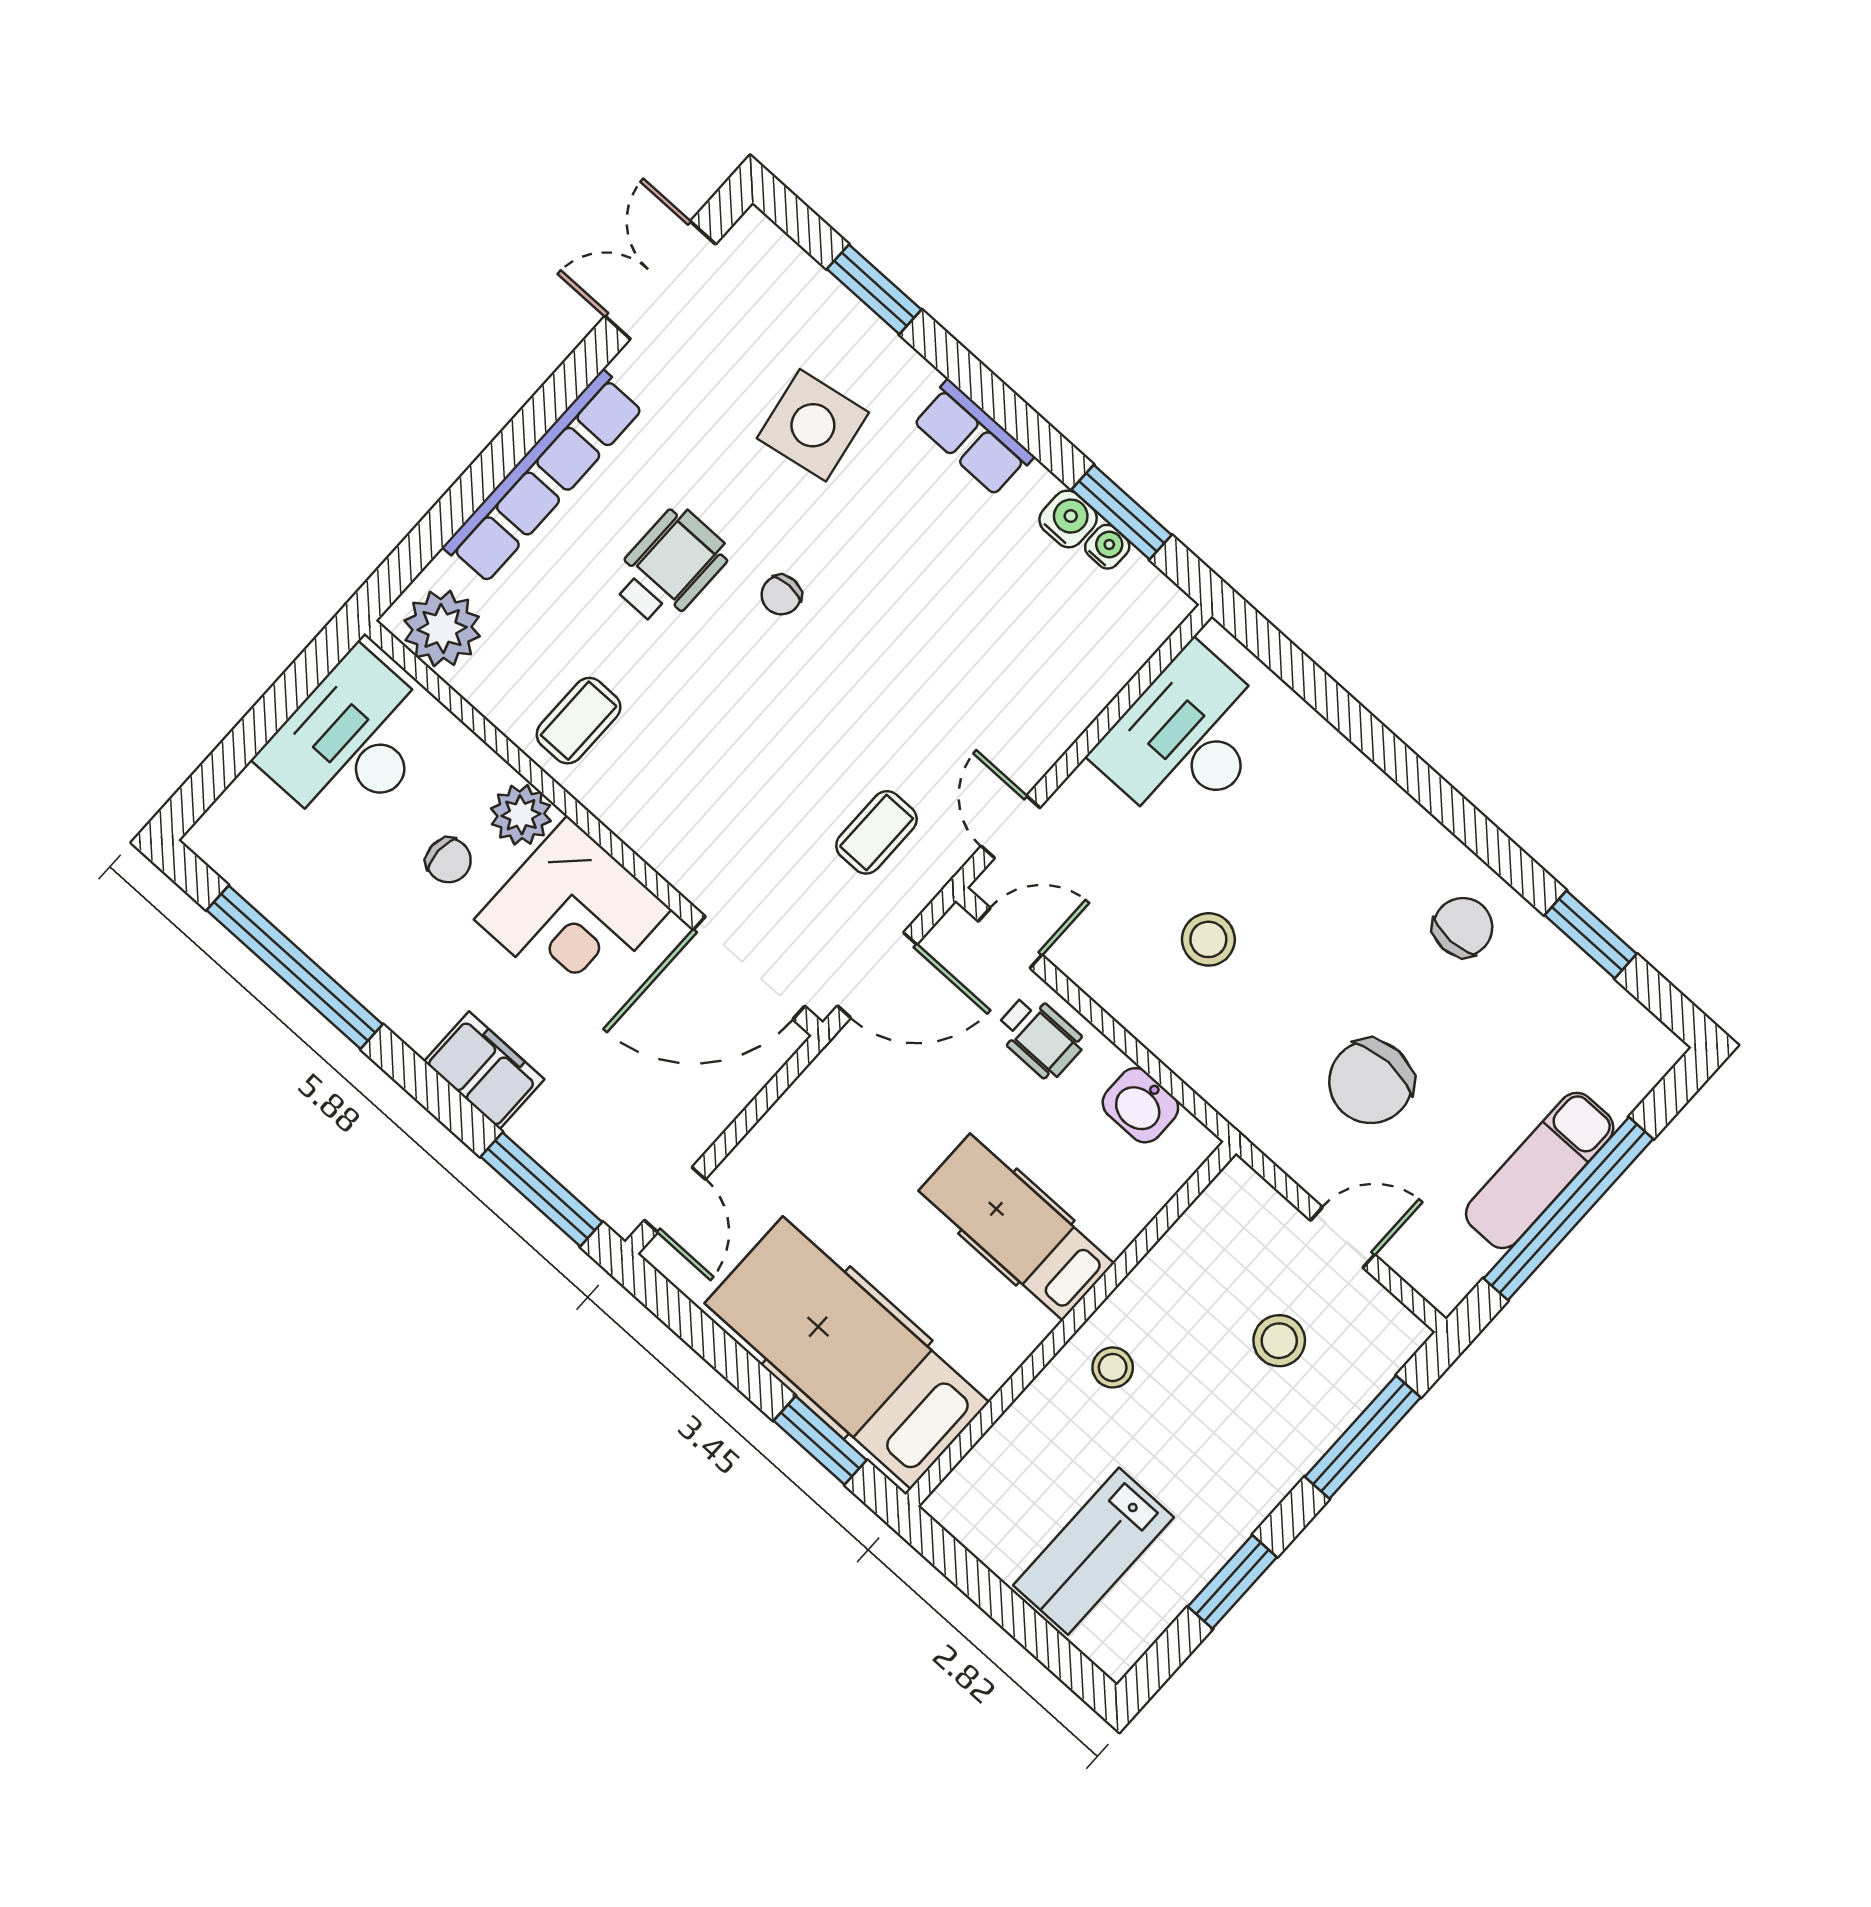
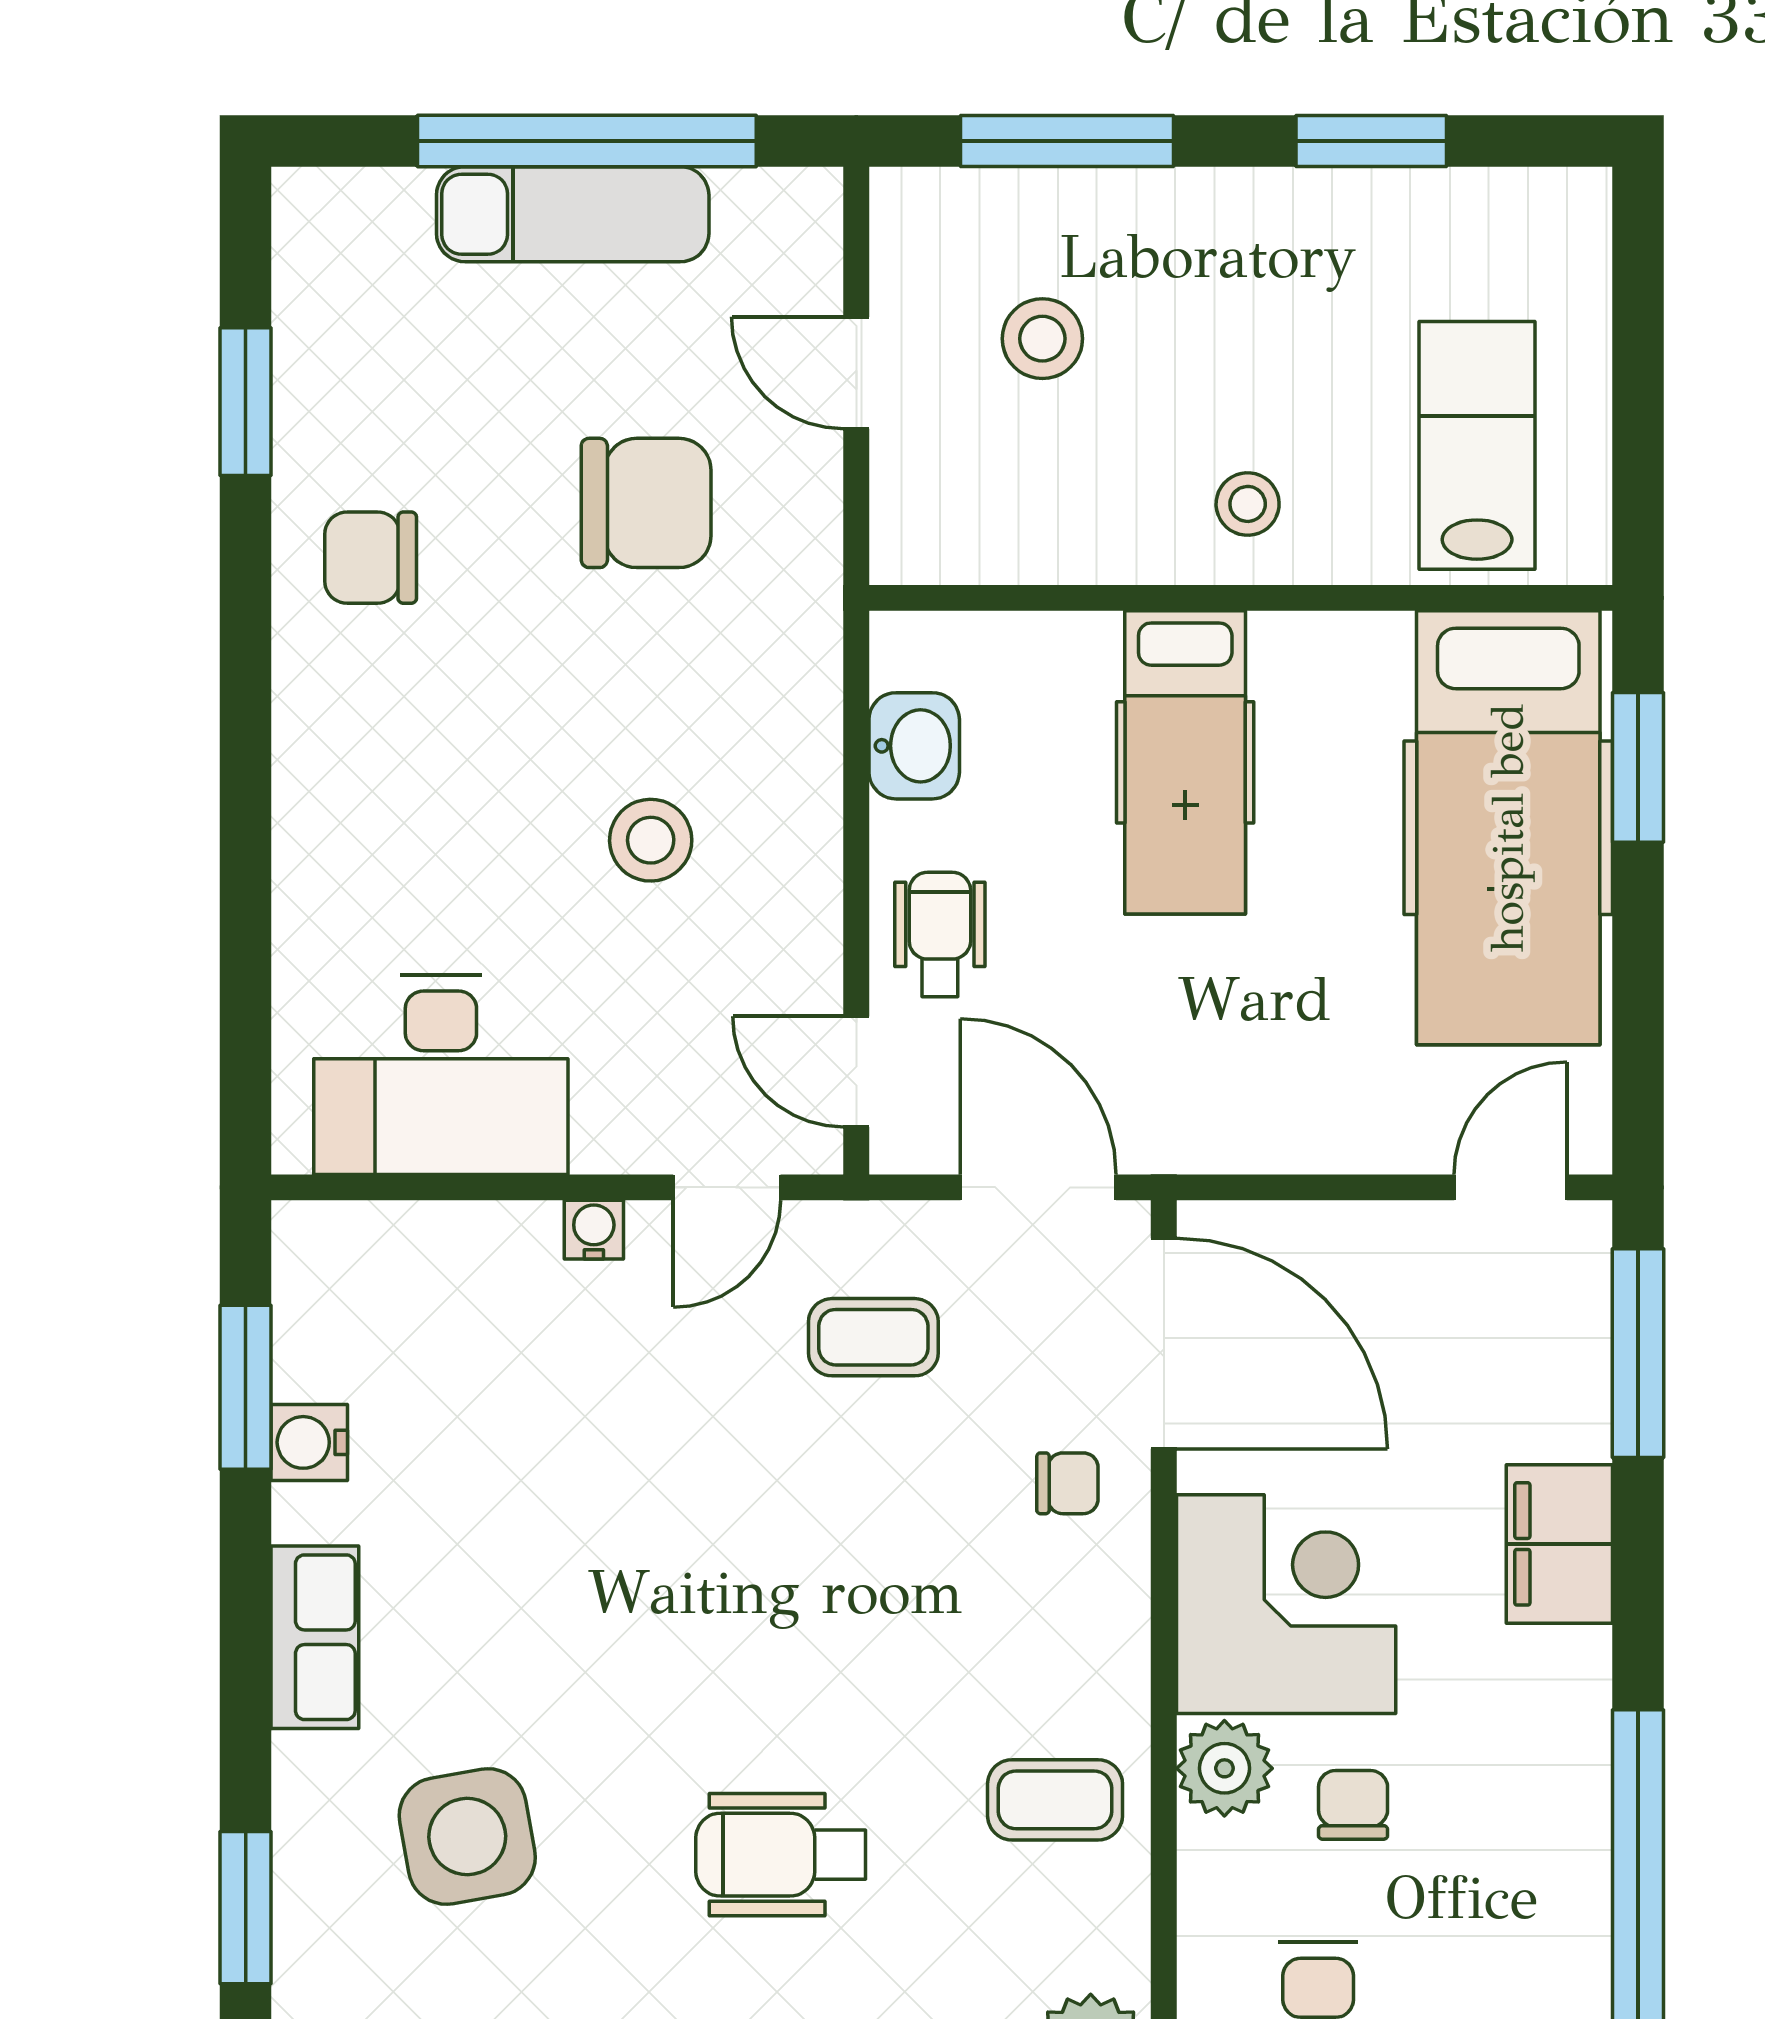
water cooler: (1107, 547) -> (594, 1230), moved, turned 90
chair: (781, 595) -> (1067, 1483), moved
lab bench: (1093, 1551) -> (1477, 445), moved, turned -90

